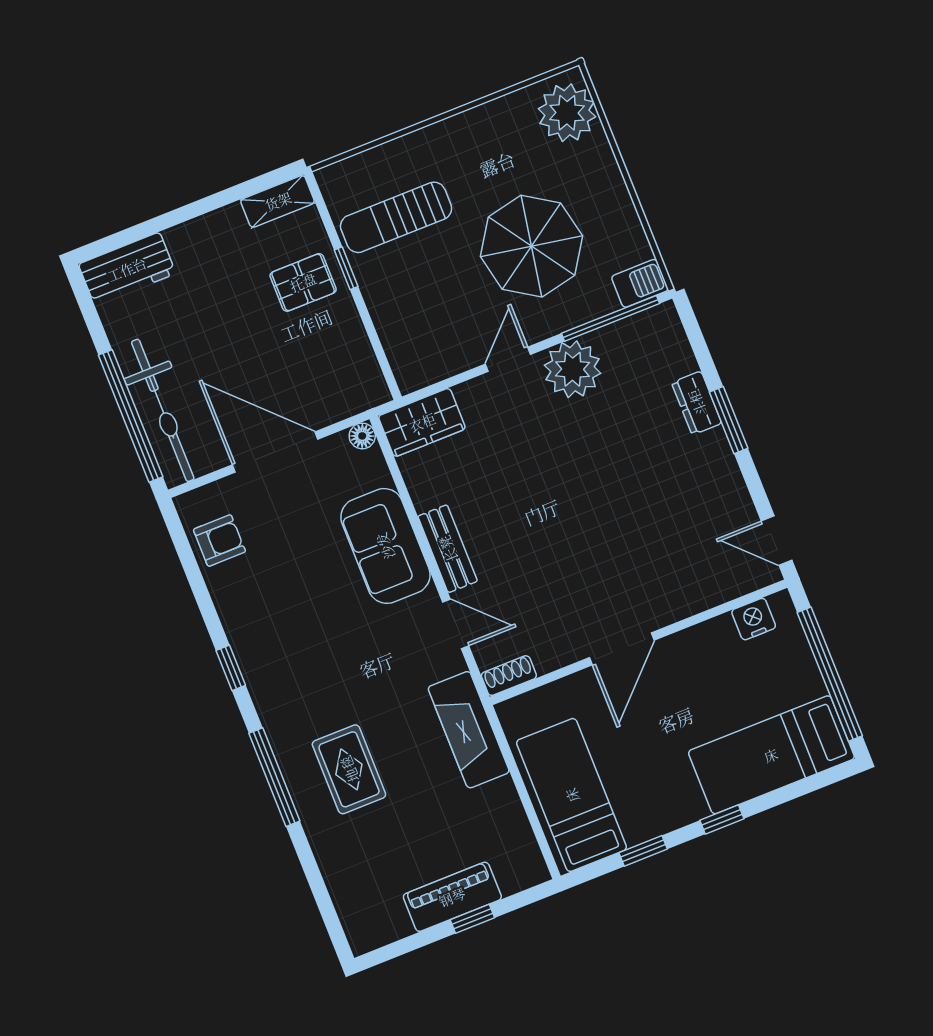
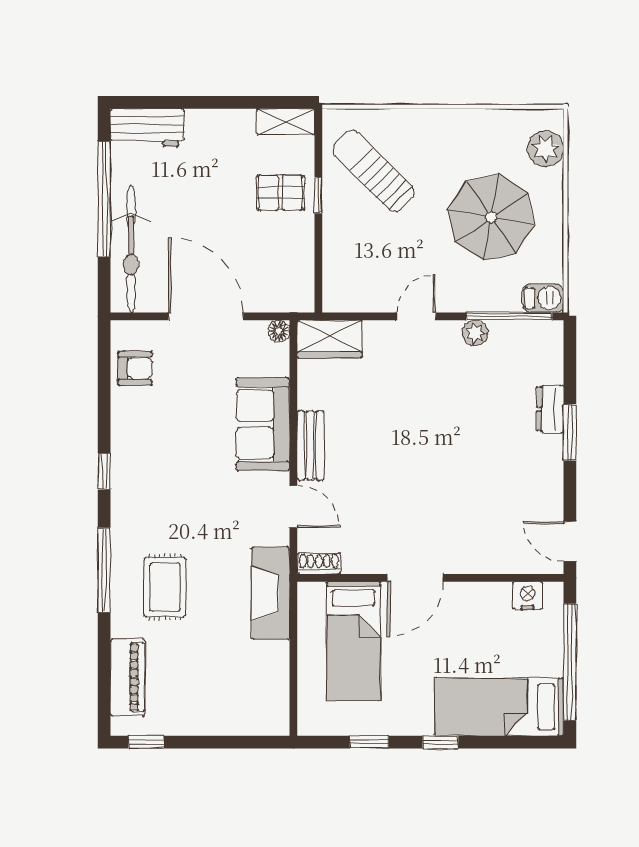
plant: (567, 113) -> (546, 149), width x0.73, depth x0.73
sun lounger: (396, 217) -> (373, 171), turned 45
parasol: (531, 246) -> (491, 217), moved
plant: (573, 369) -> (475, 333), width x0.53, depth x0.53
window: (131, 416) -> (104, 199), moved
bed: (572, 795) -> (354, 641), moved, turned 180
piano: (452, 897) -> (128, 677), moved, turned 90
window: (472, 919) -> (146, 742), moved

